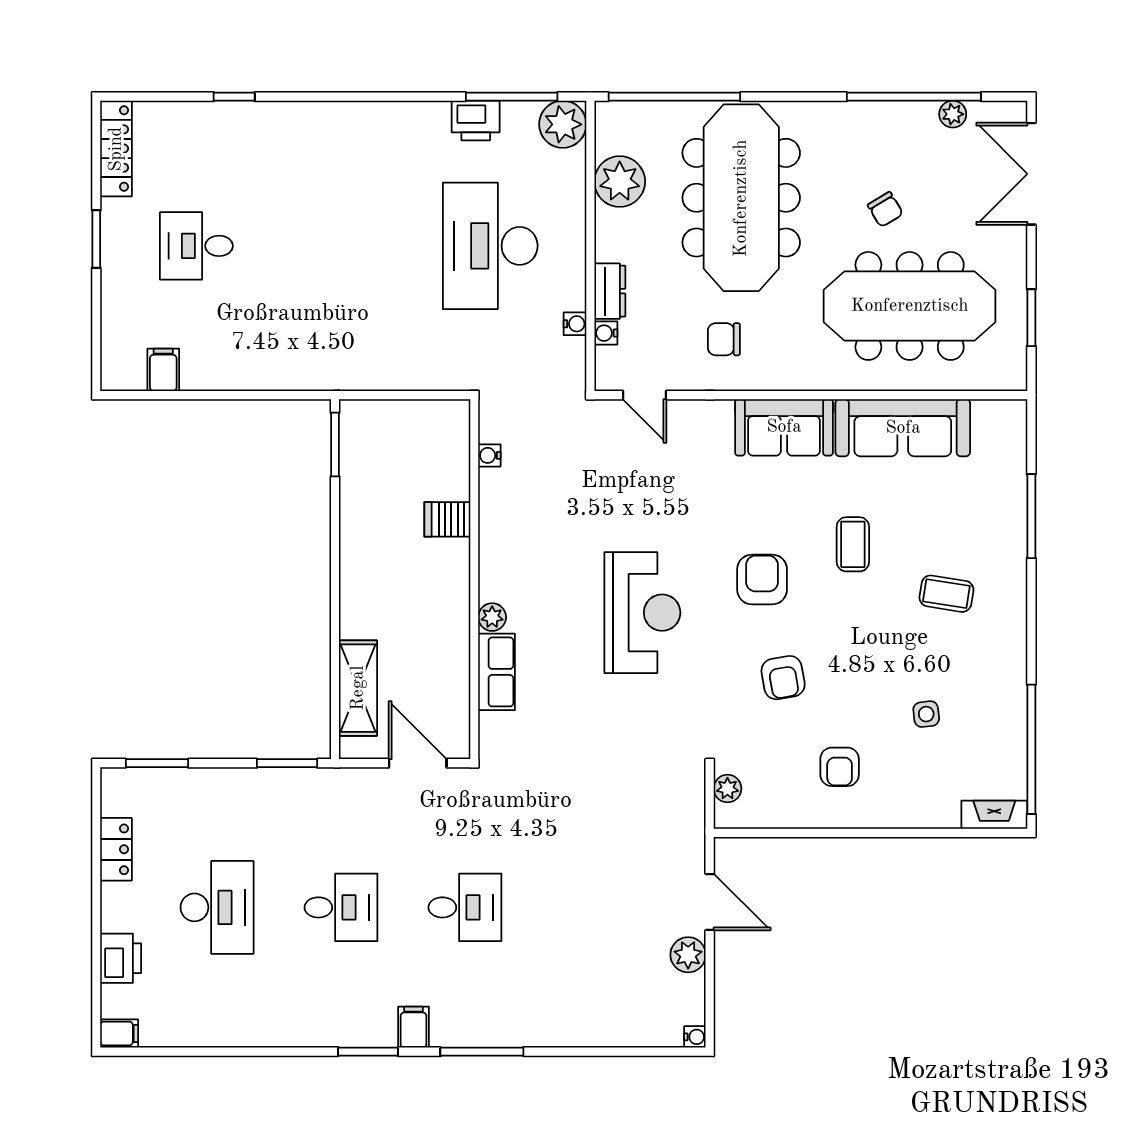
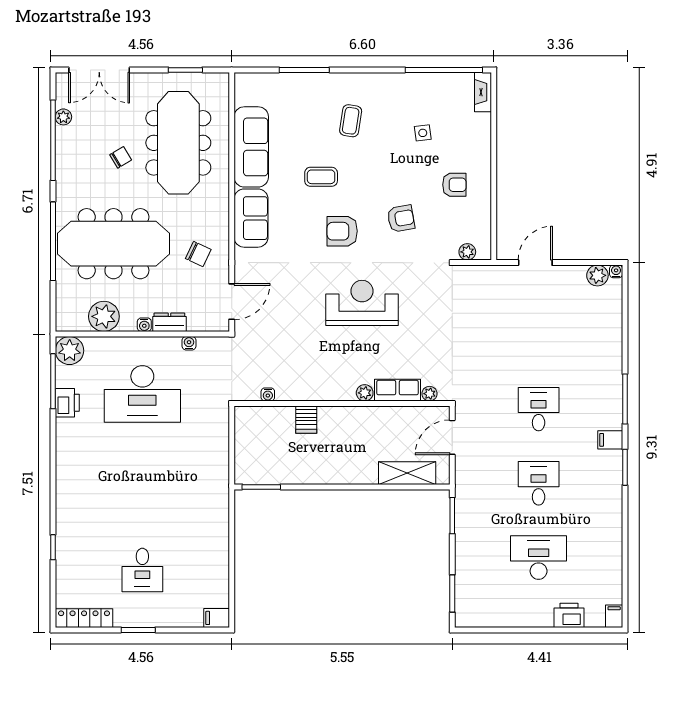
window: (674, 97) -> (53, 241), moved
water cooler: (606, 333) -> (144, 325), moved
chair: (724, 339) -> (198, 254), turned -65
filing cabinet: (163, 370) -> (217, 618), moved
door: (645, 395) -> (232, 302), width x1.37
plant: (491, 725) -> (429, 394), added
locker: (116, 849) -> (504, 618), removed
plant: (688, 955) -> (597, 275), moved

